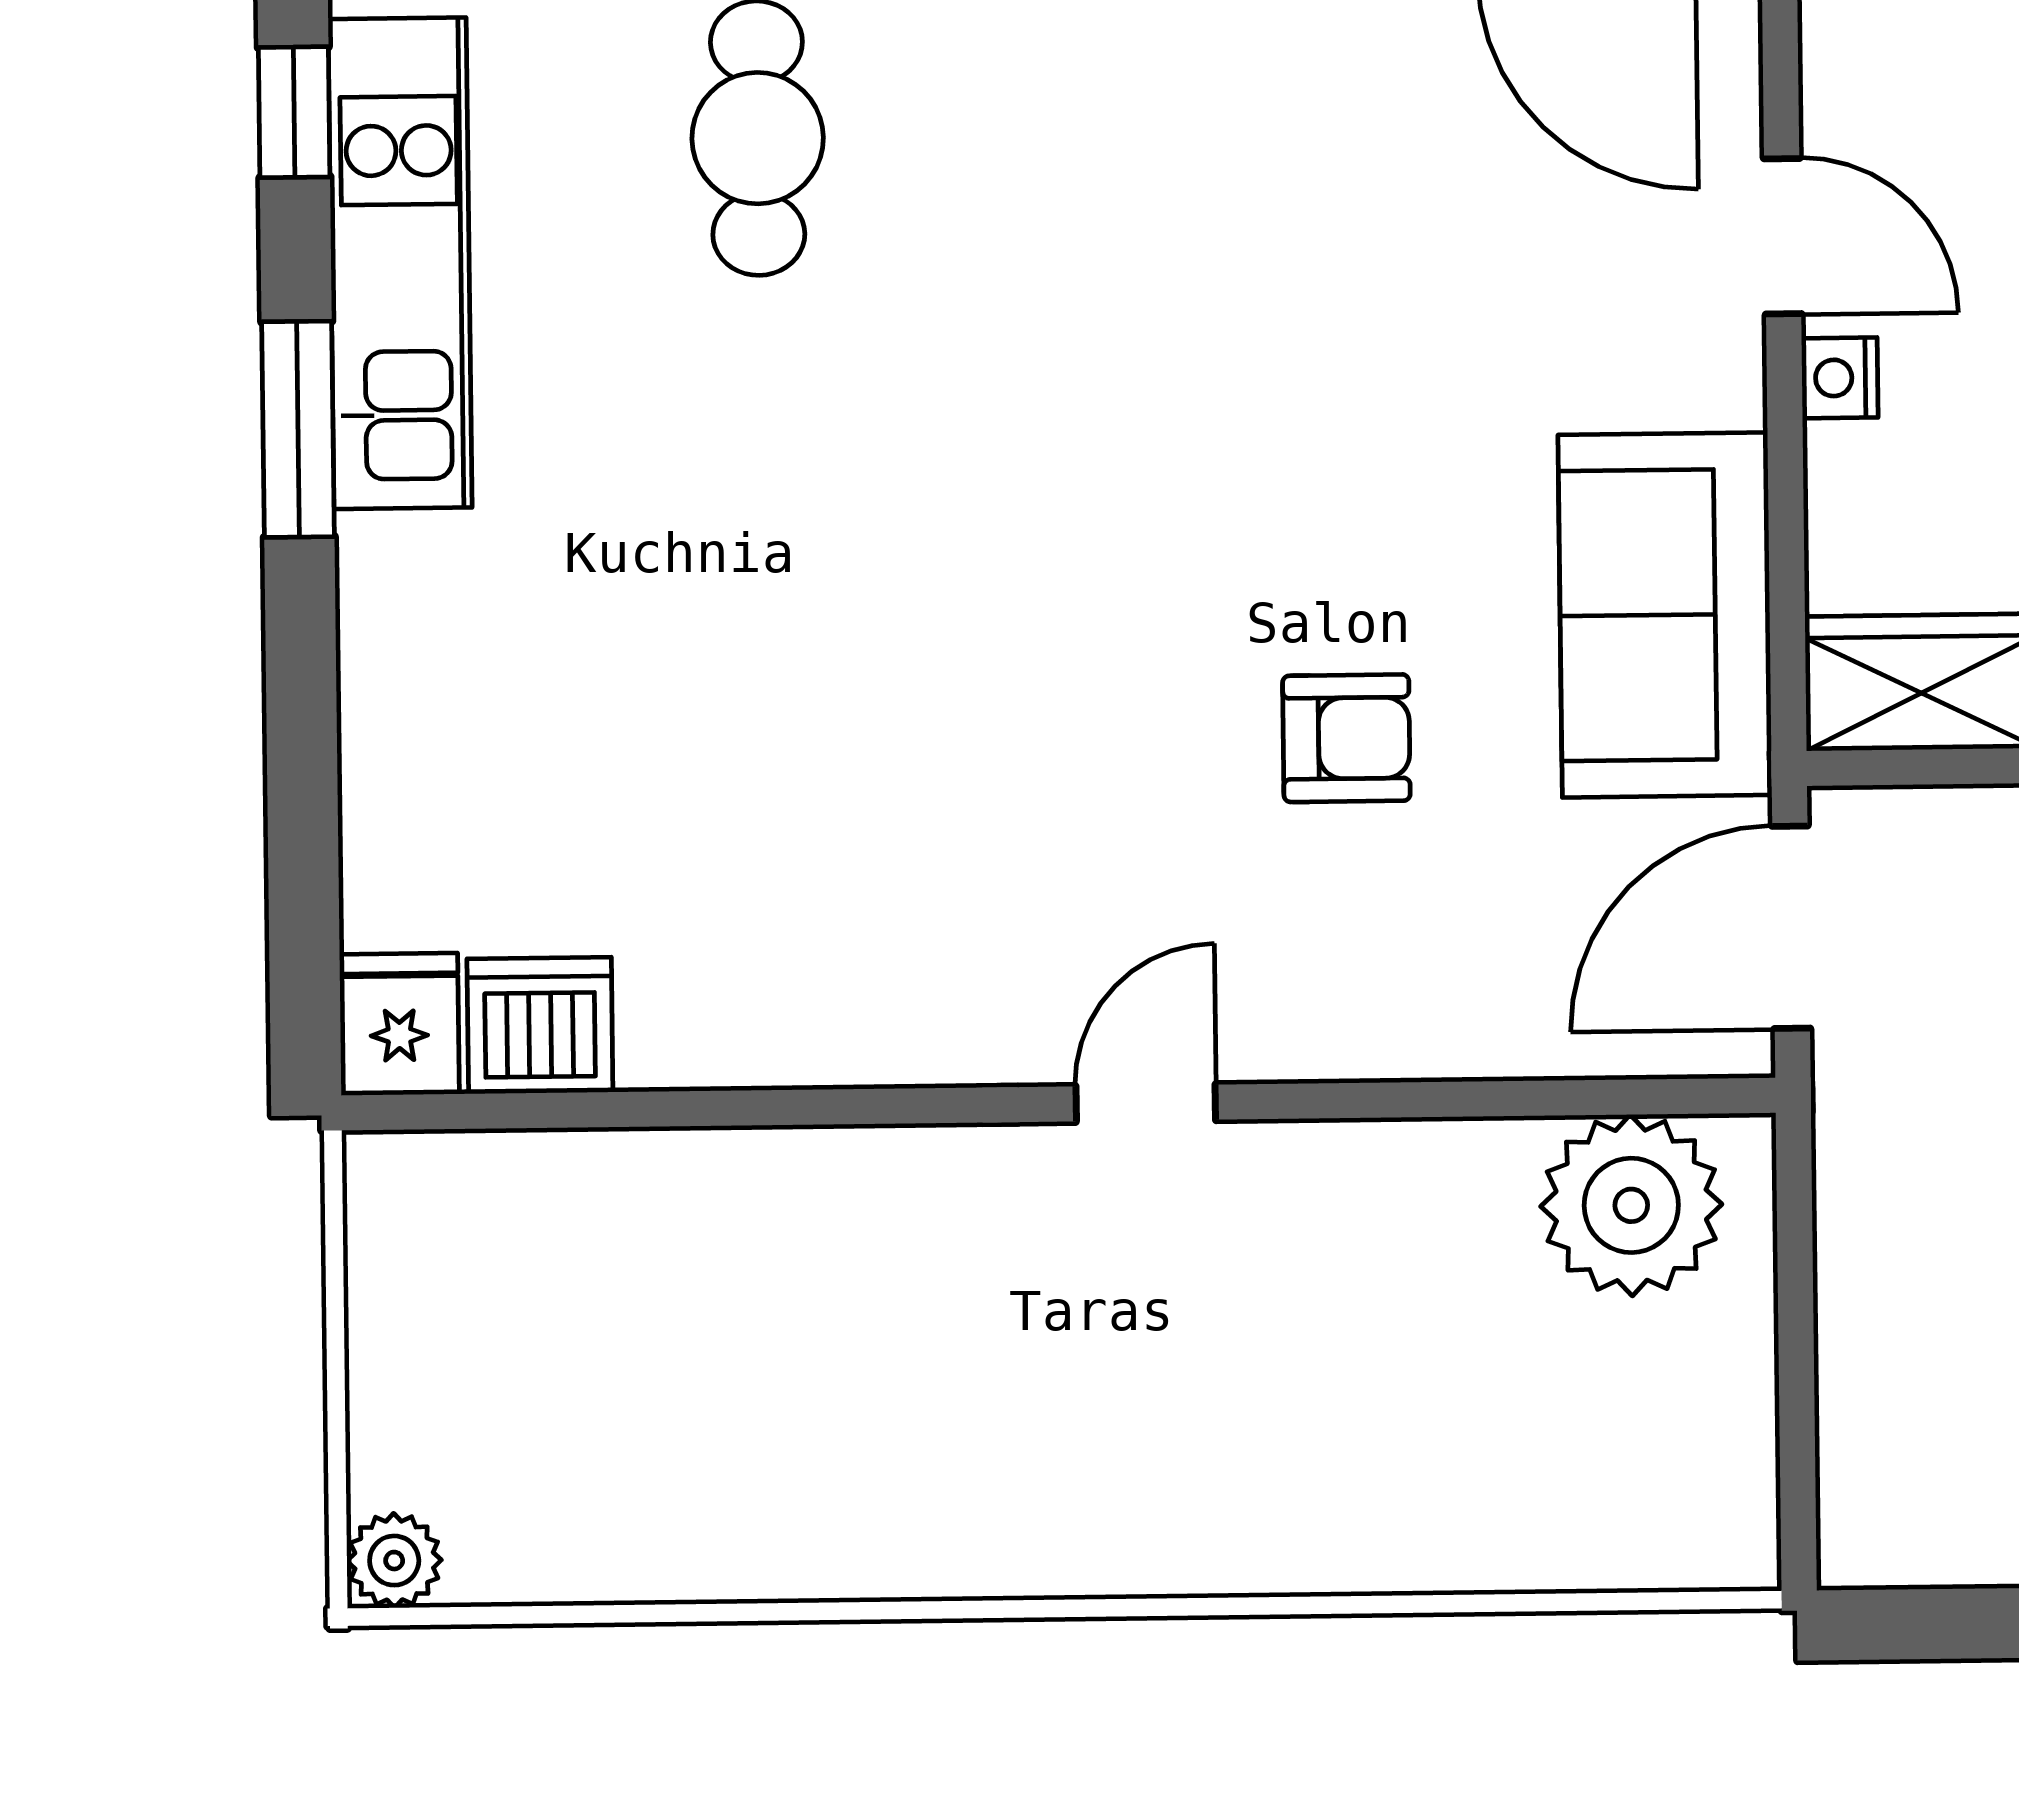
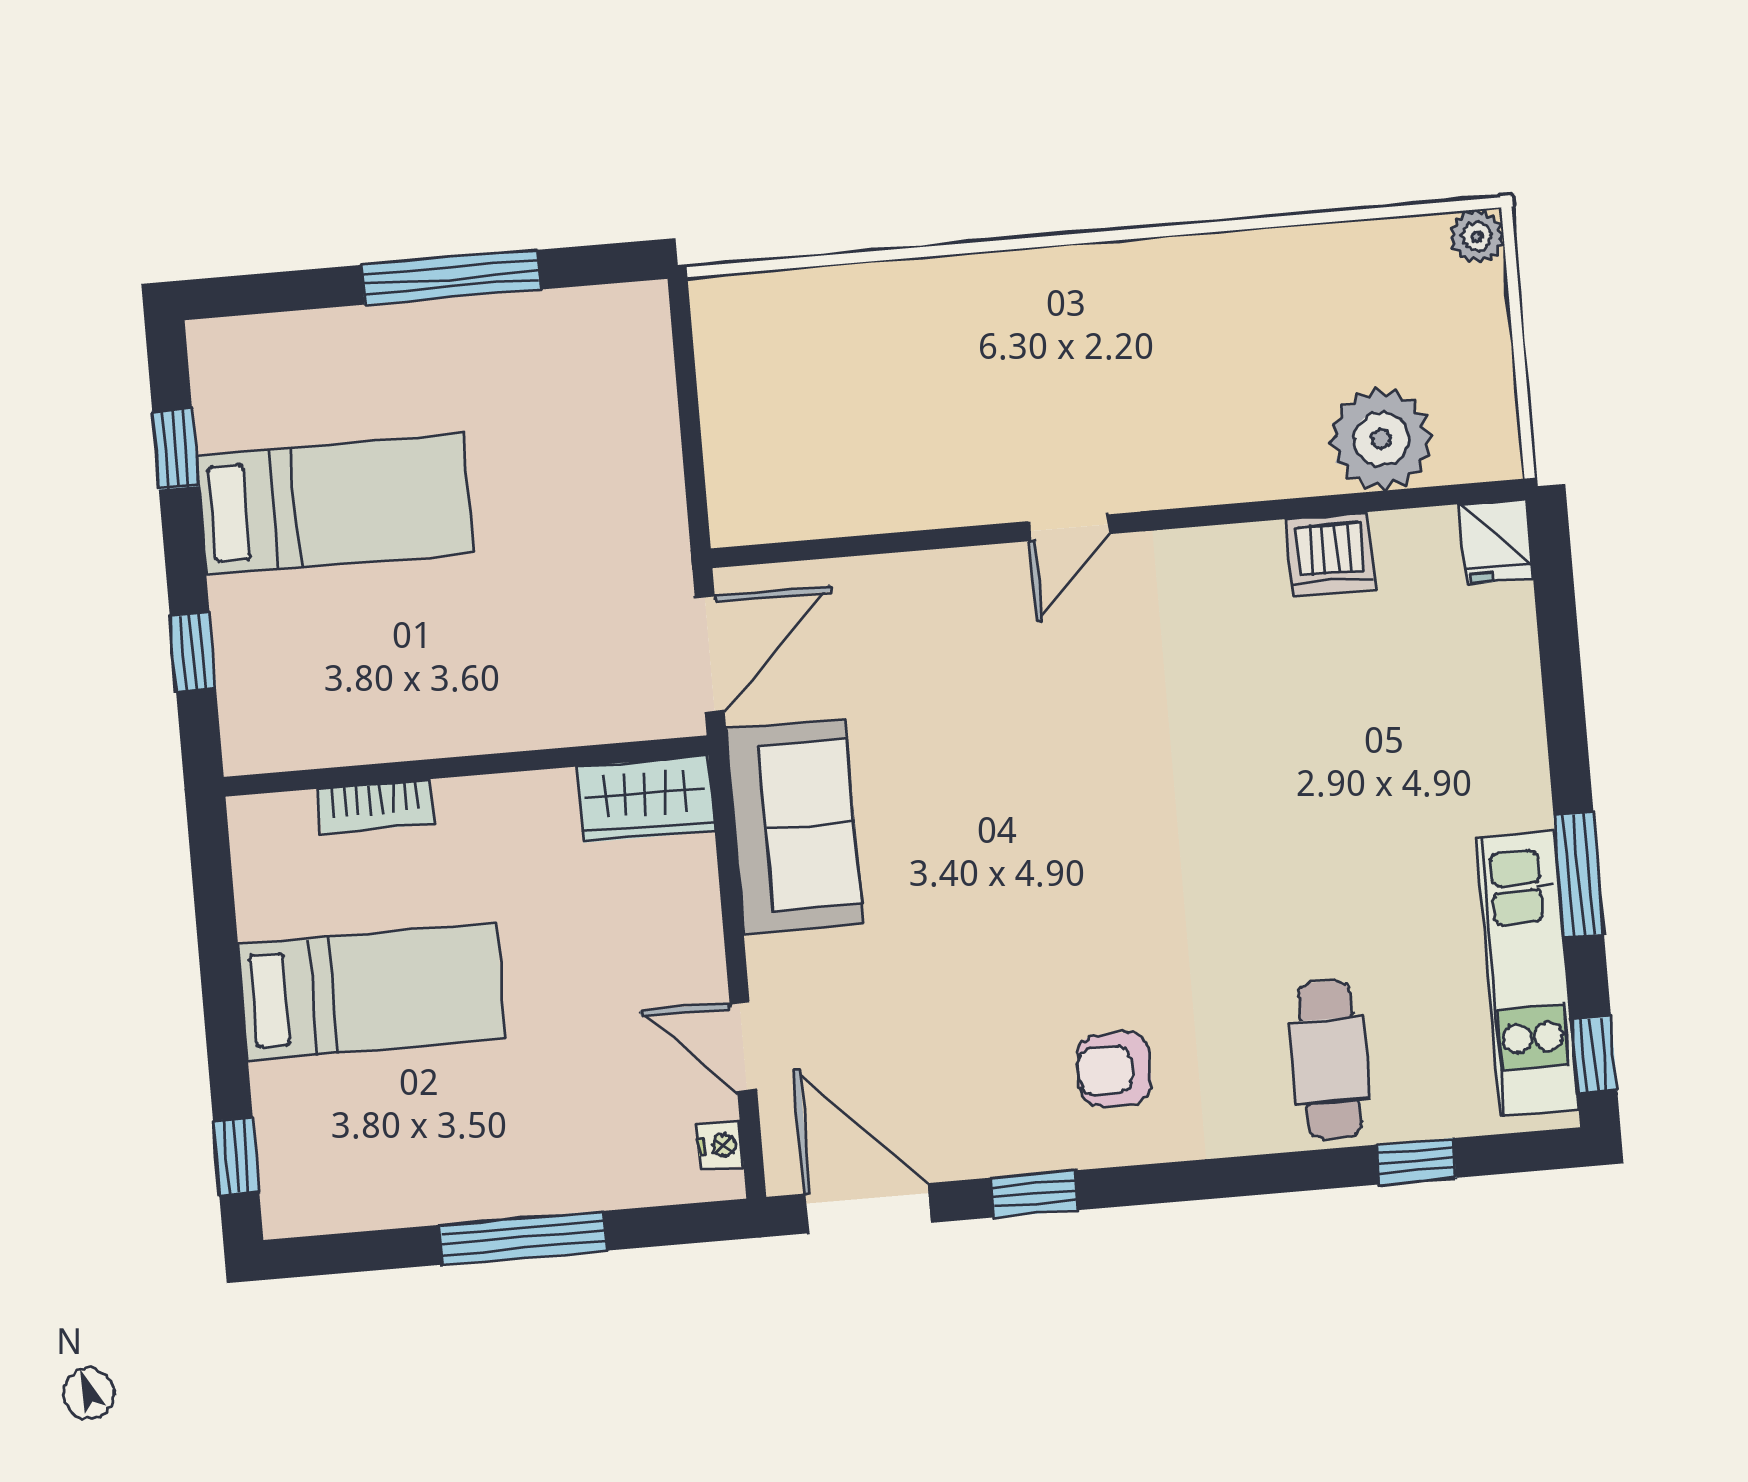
nightstand: (1840, 378) -> (720, 1145), moved
armchair: (1346, 738) -> (1114, 1069), moved
dishwasher: (540, 1025) -> (1330, 554), moved
plant: (1631, 1205) -> (1381, 439), moved

